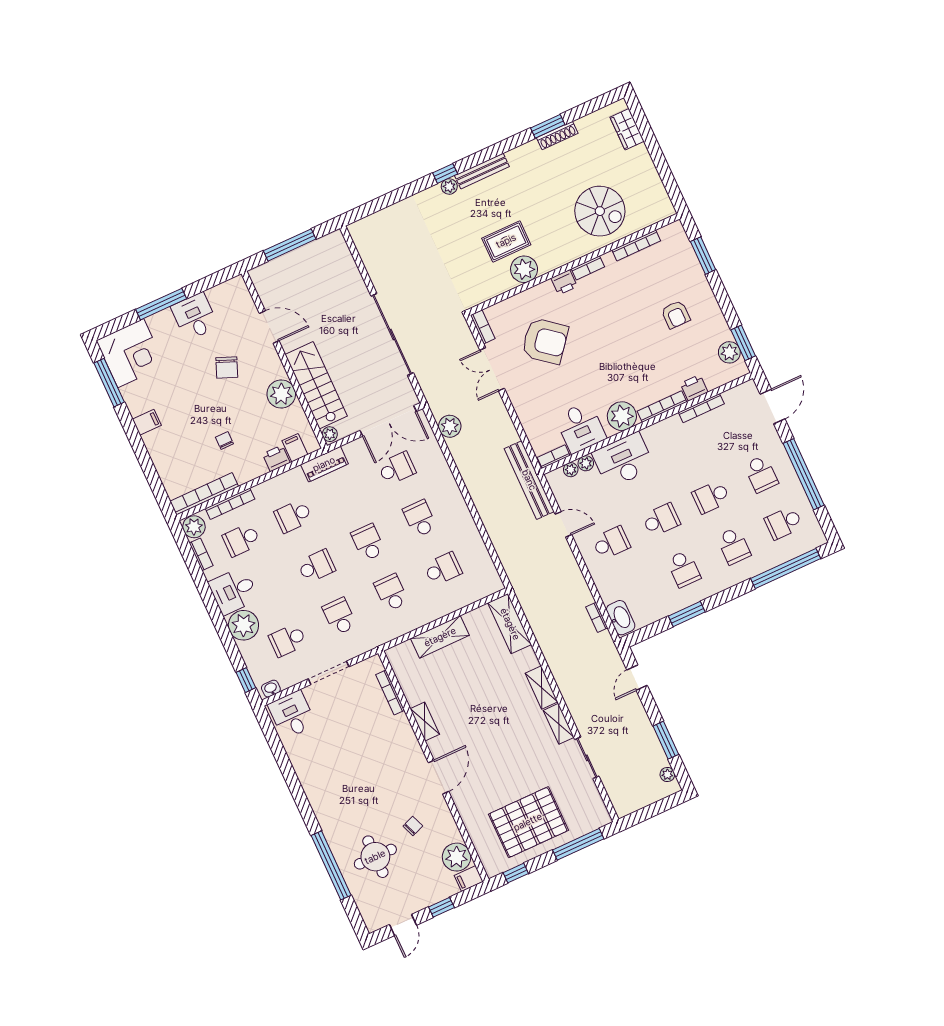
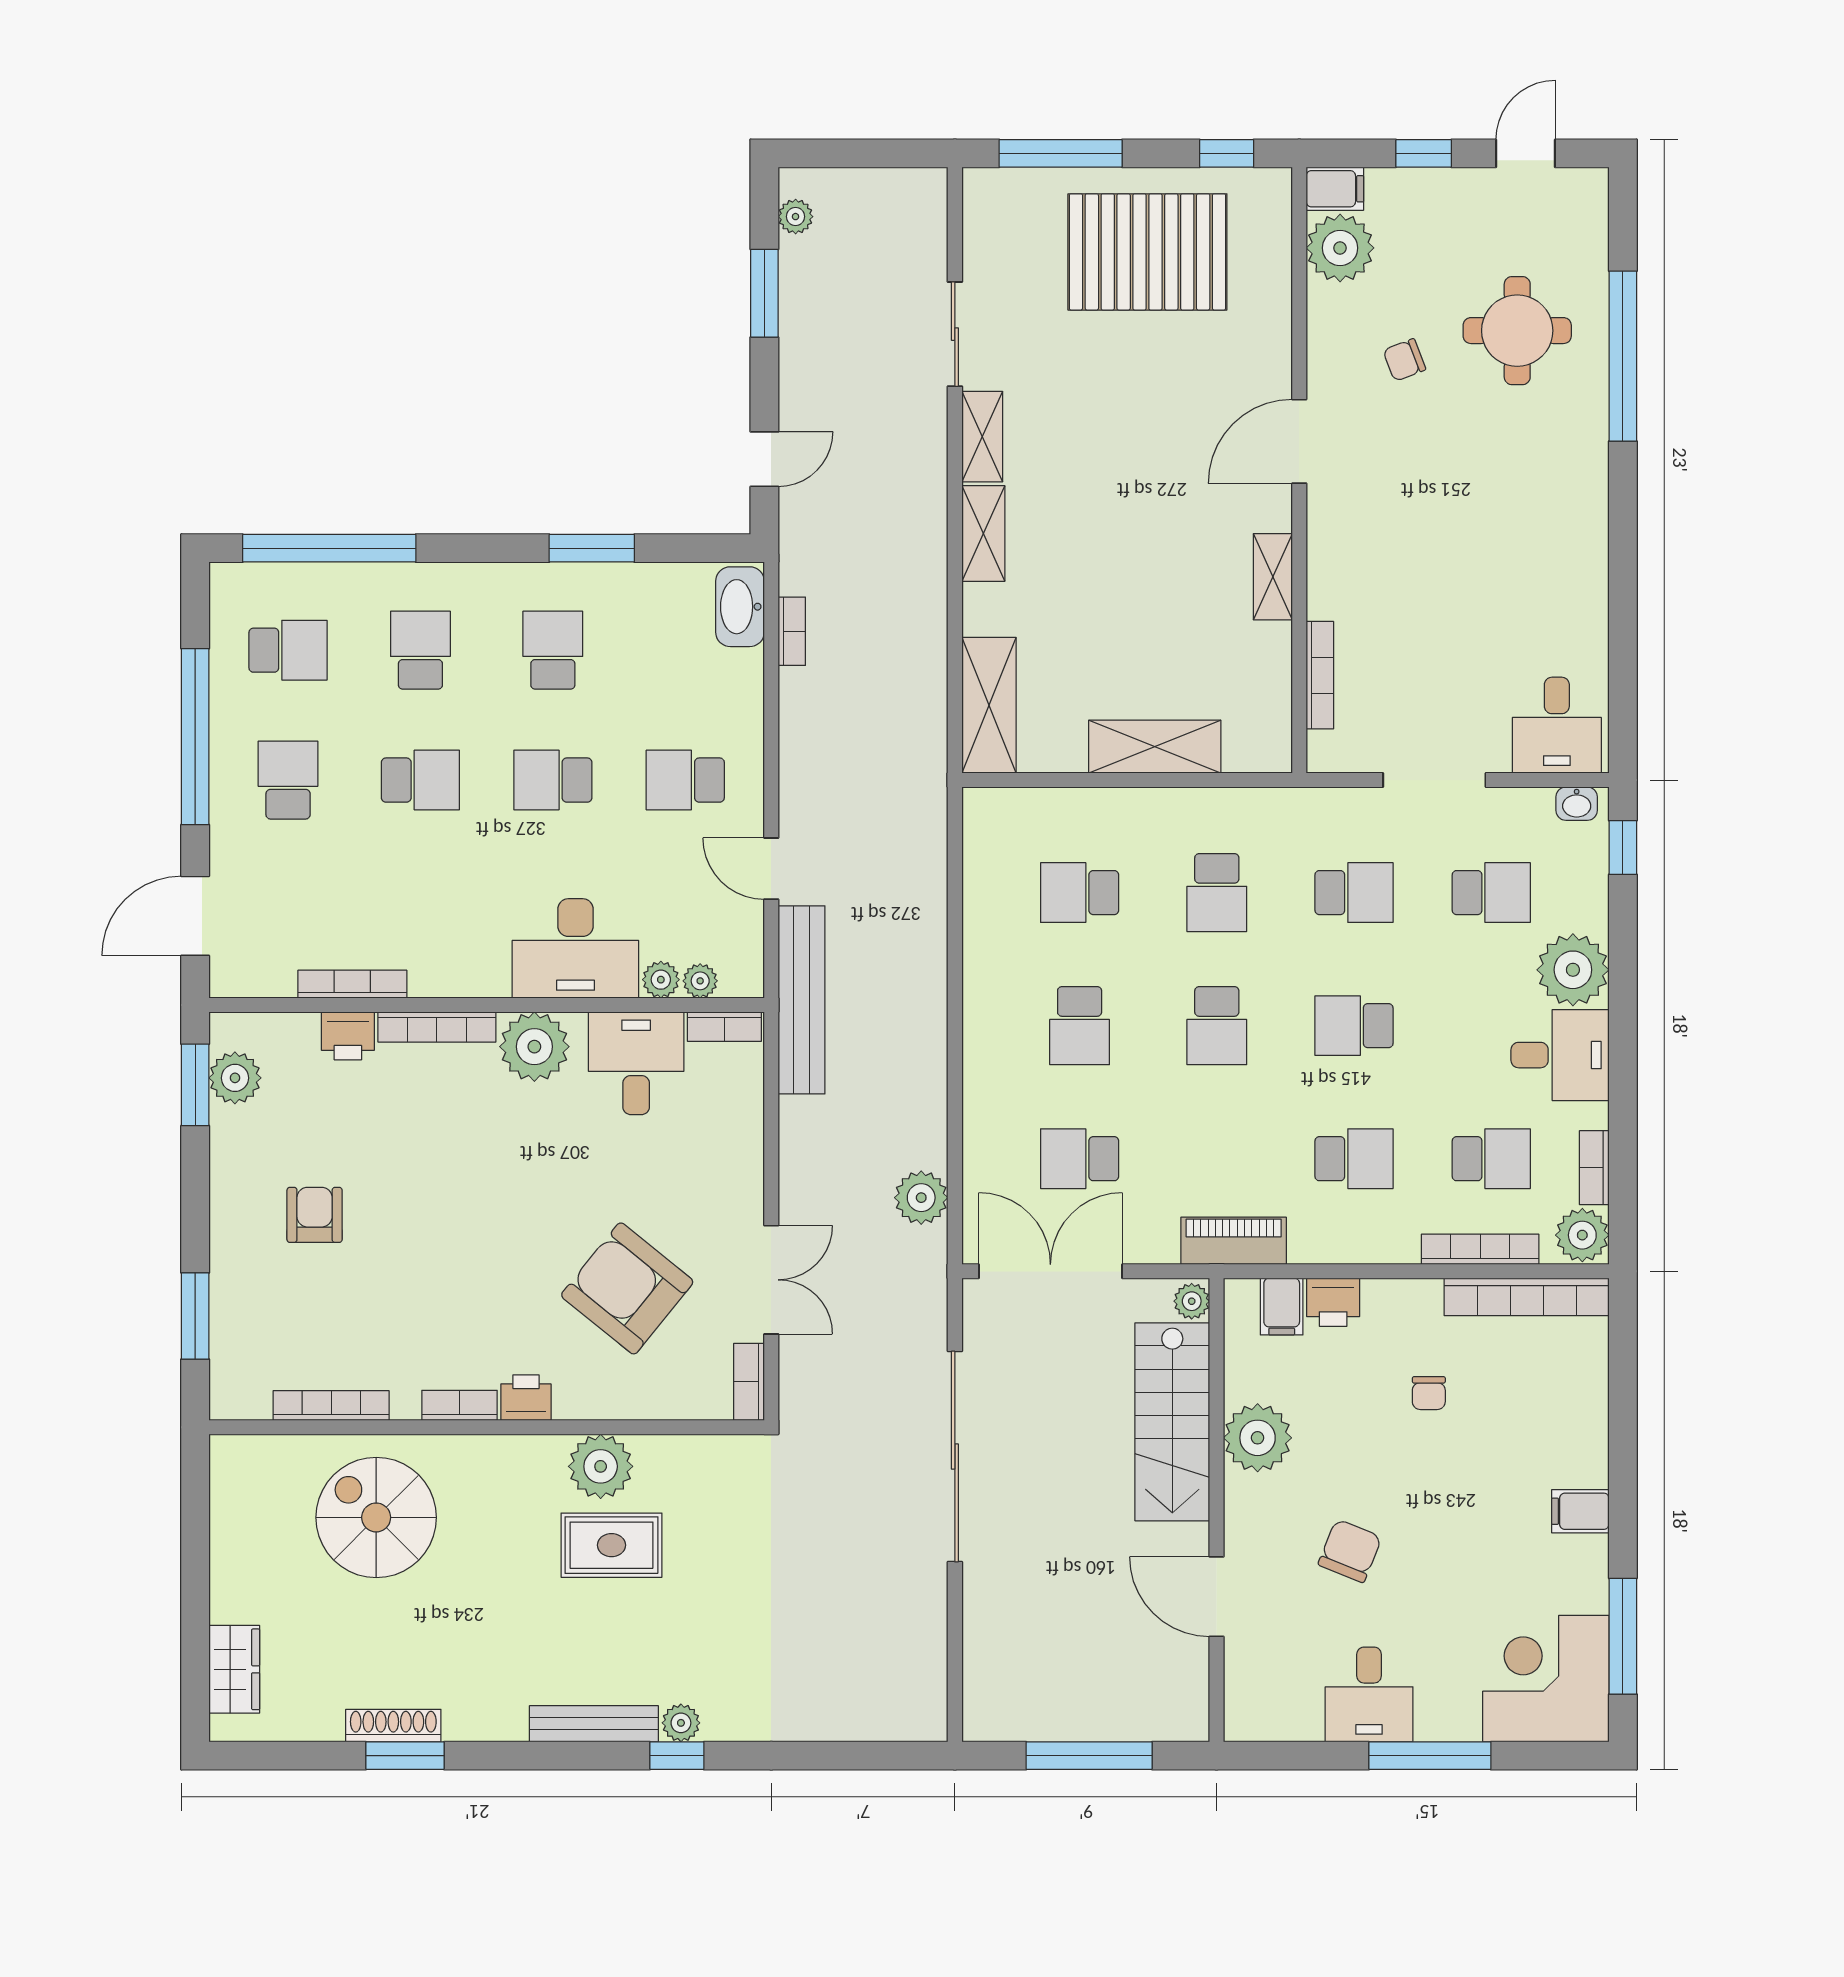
school desk: (339, 616) -> (1354, 893), turned -90

